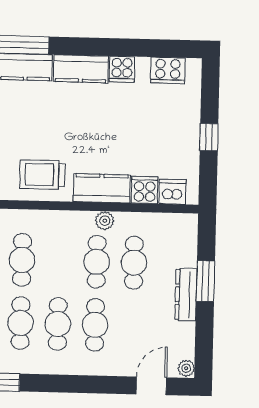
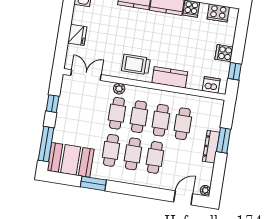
window: (209, 137) -> (235, 71), moved
cooker: (145, 190) -> (224, 53), moved, turned -90
plant: (105, 221) -> (119, 89), moved
cafe table: (59, 261) -> (139, 117), added

